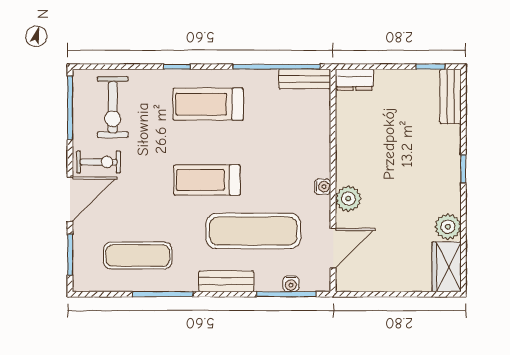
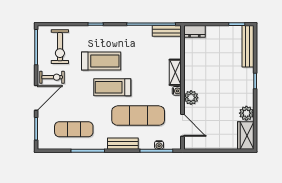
bench: (451, 96) -> (248, 46), width x1.36
treadmill: (208, 104) -> (101, 61), moved, turned 180
shelving: (320, 153) -> (175, 72), added
door: (333, 248) -> (183, 125), hinge flipped

